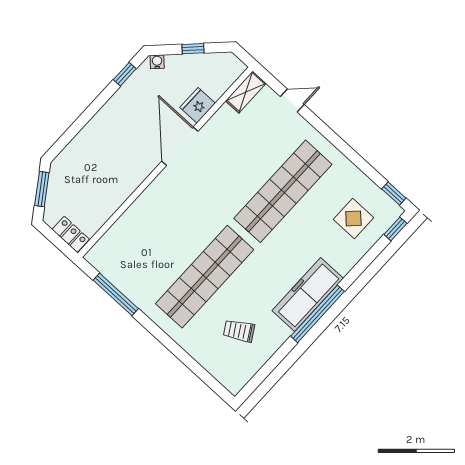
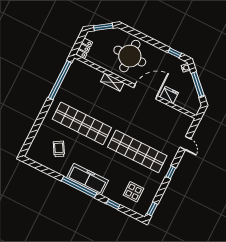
window: (193, 49) -> (198, 84), width x2.17
shelving: (246, 92) -> (112, 82), moved
window: (337, 142) -> (171, 172), added
round table: (108, 156) -> (130, 56), added
window: (395, 229) -> (113, 204), moved
window: (116, 294) -> (60, 80), width x1.46

